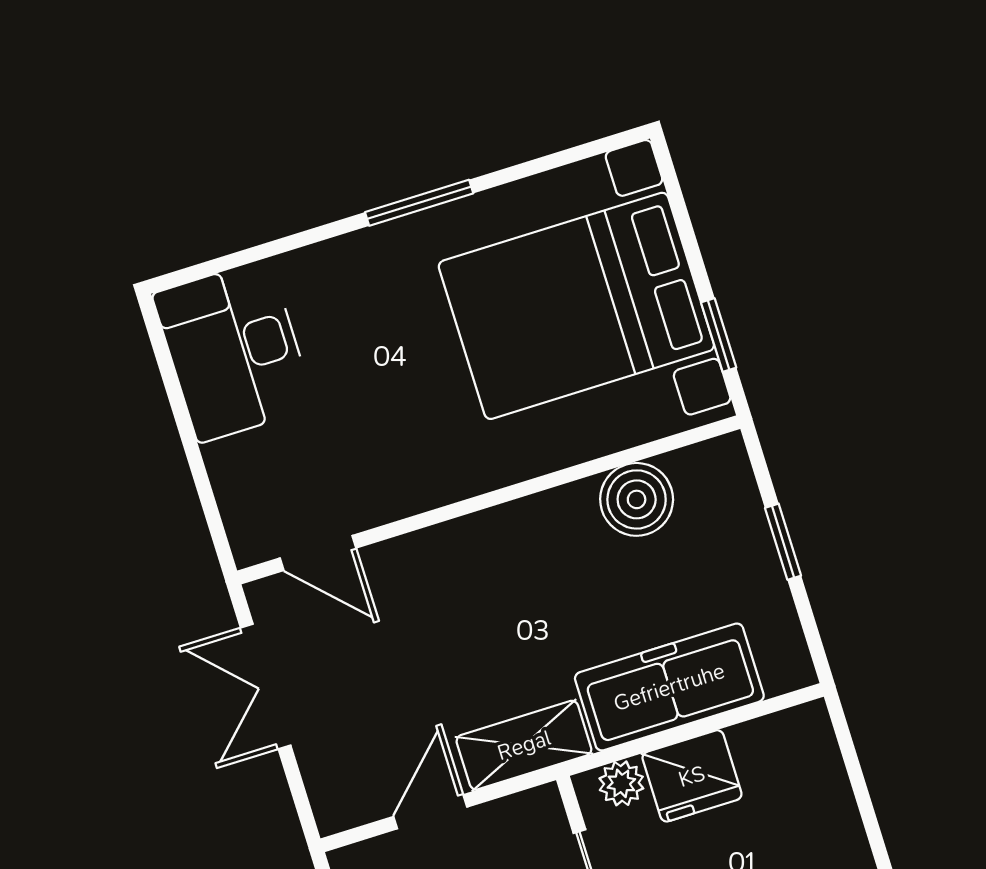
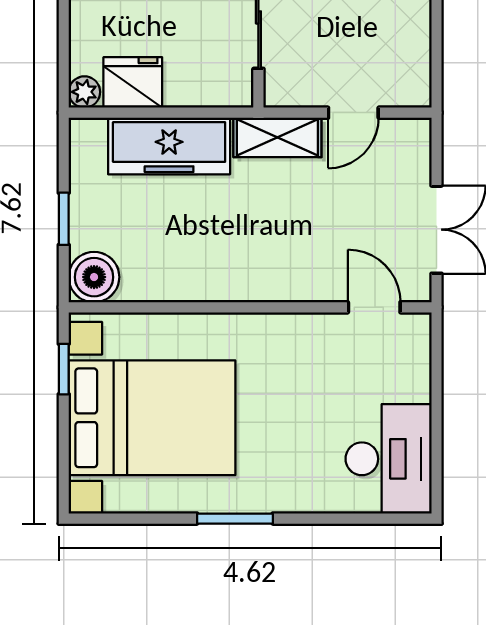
boiler: (637, 499) -> (94, 277), moved
fridge: (692, 776) -> (133, 82), moved
plant: (621, 783) -> (84, 92), moved

